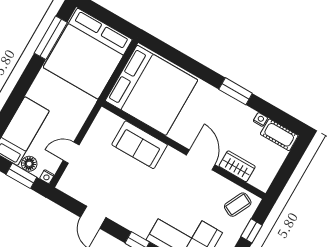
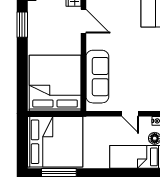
sofa: (140, 145) -> (97, 77), width x1.36
door: (201, 160) -> (83, 21), swing flipped

